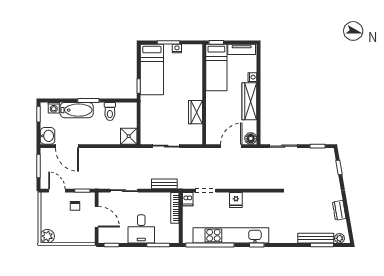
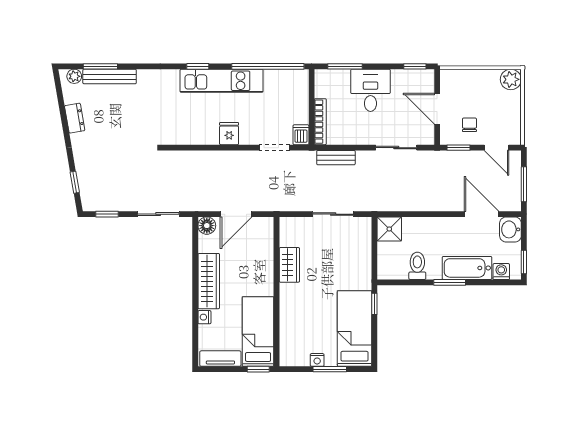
kitchen unit: (231, 235) -> (222, 81), width x0.73

